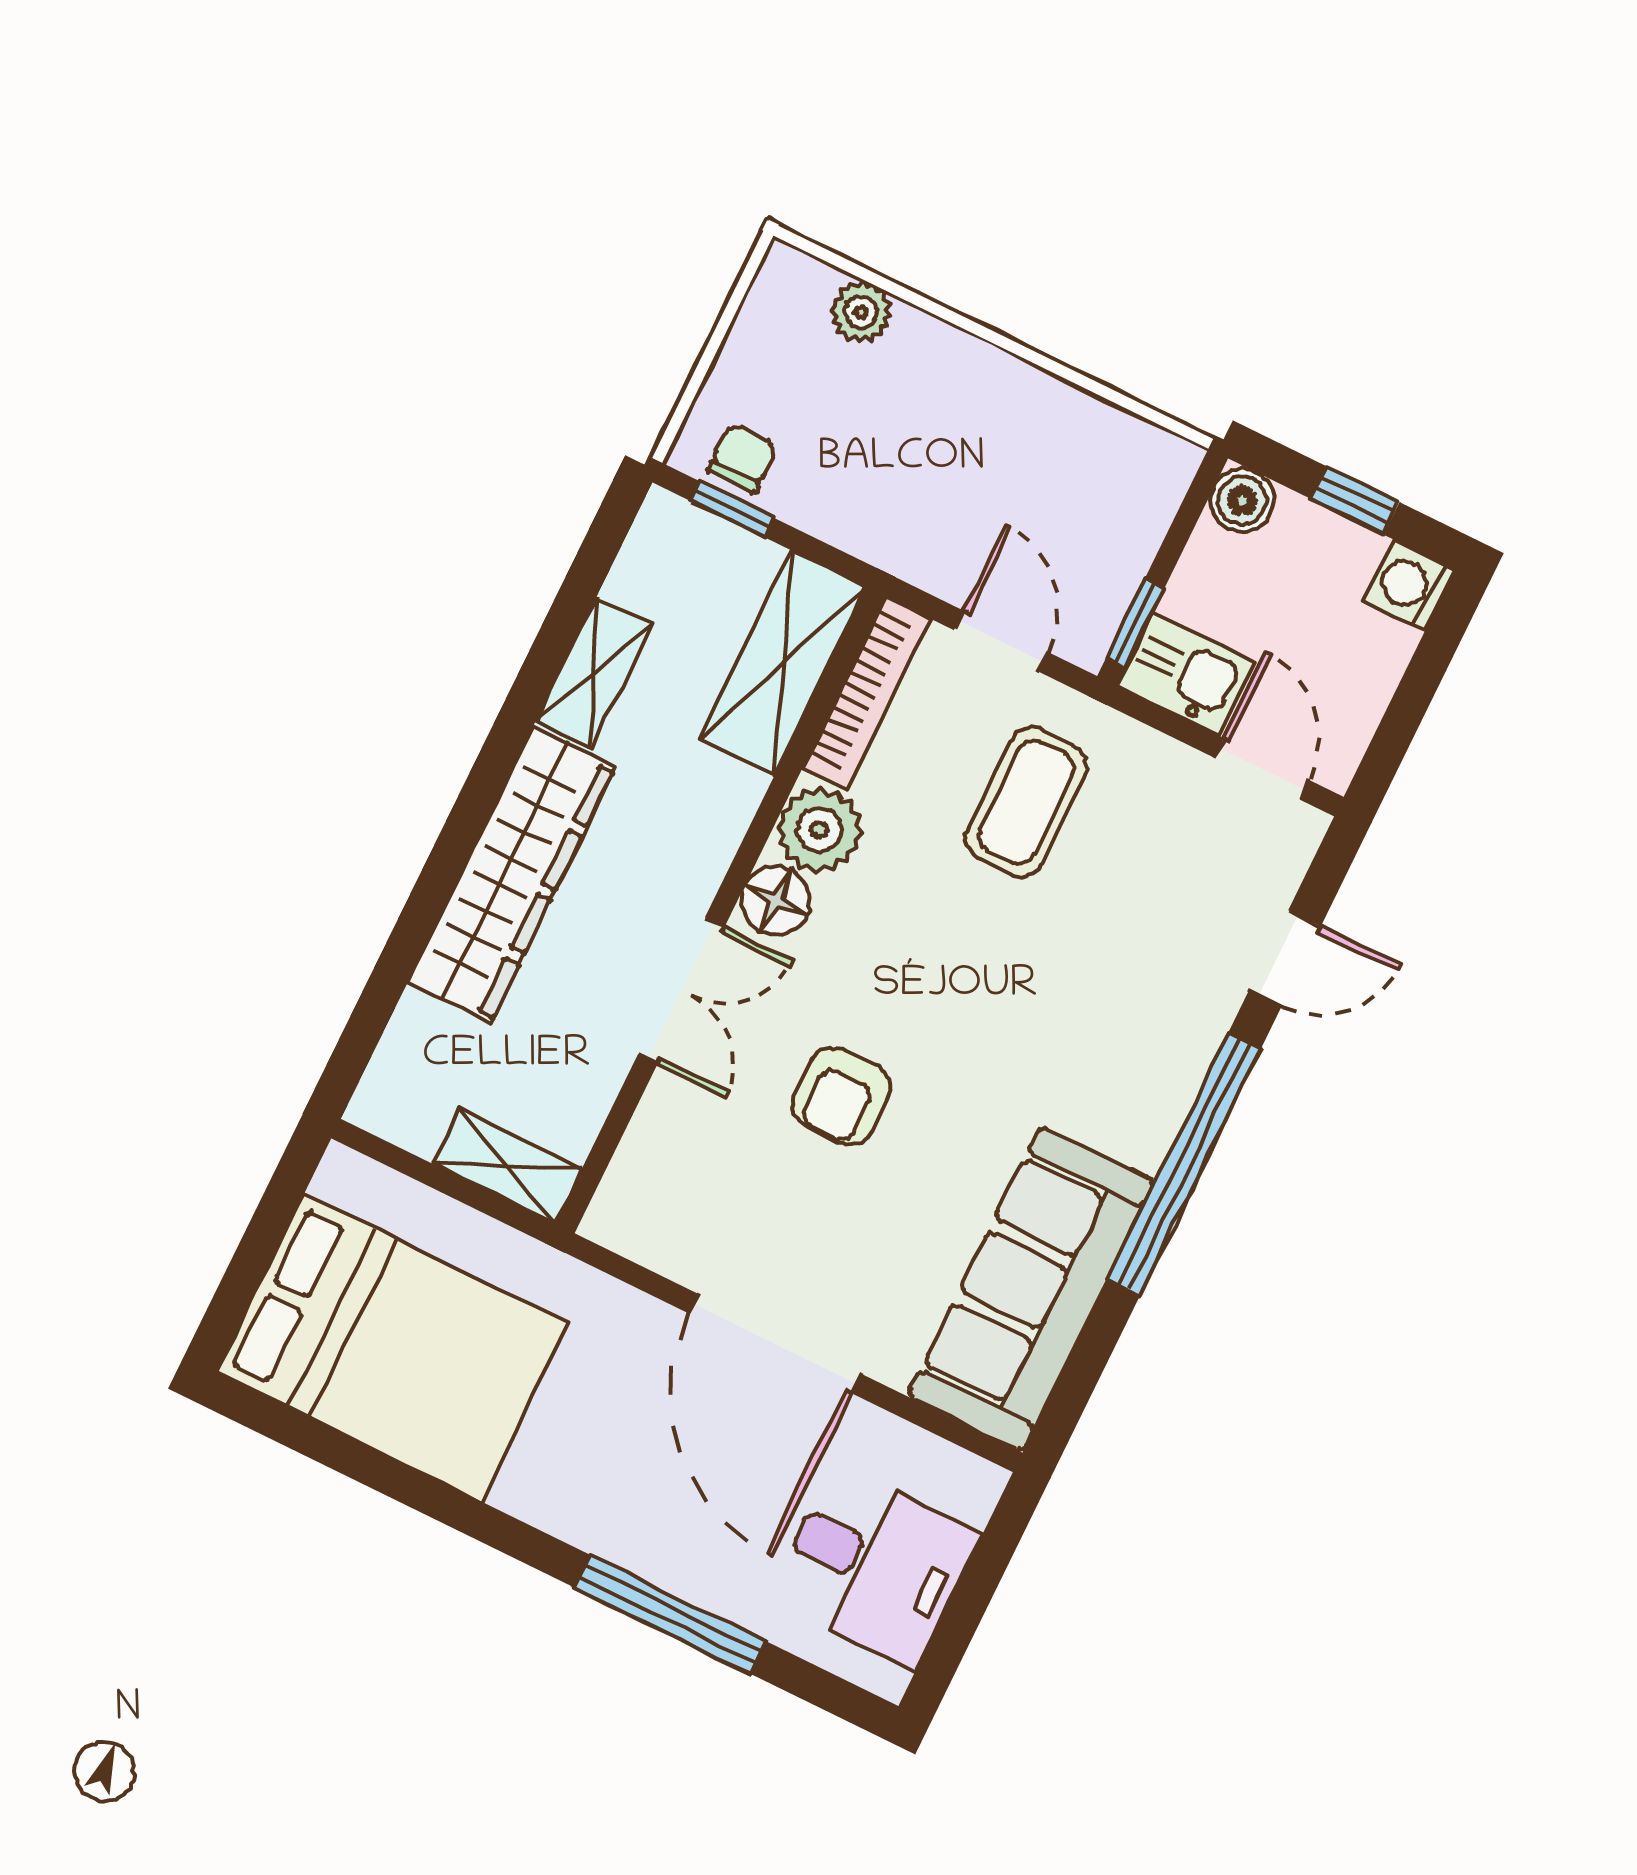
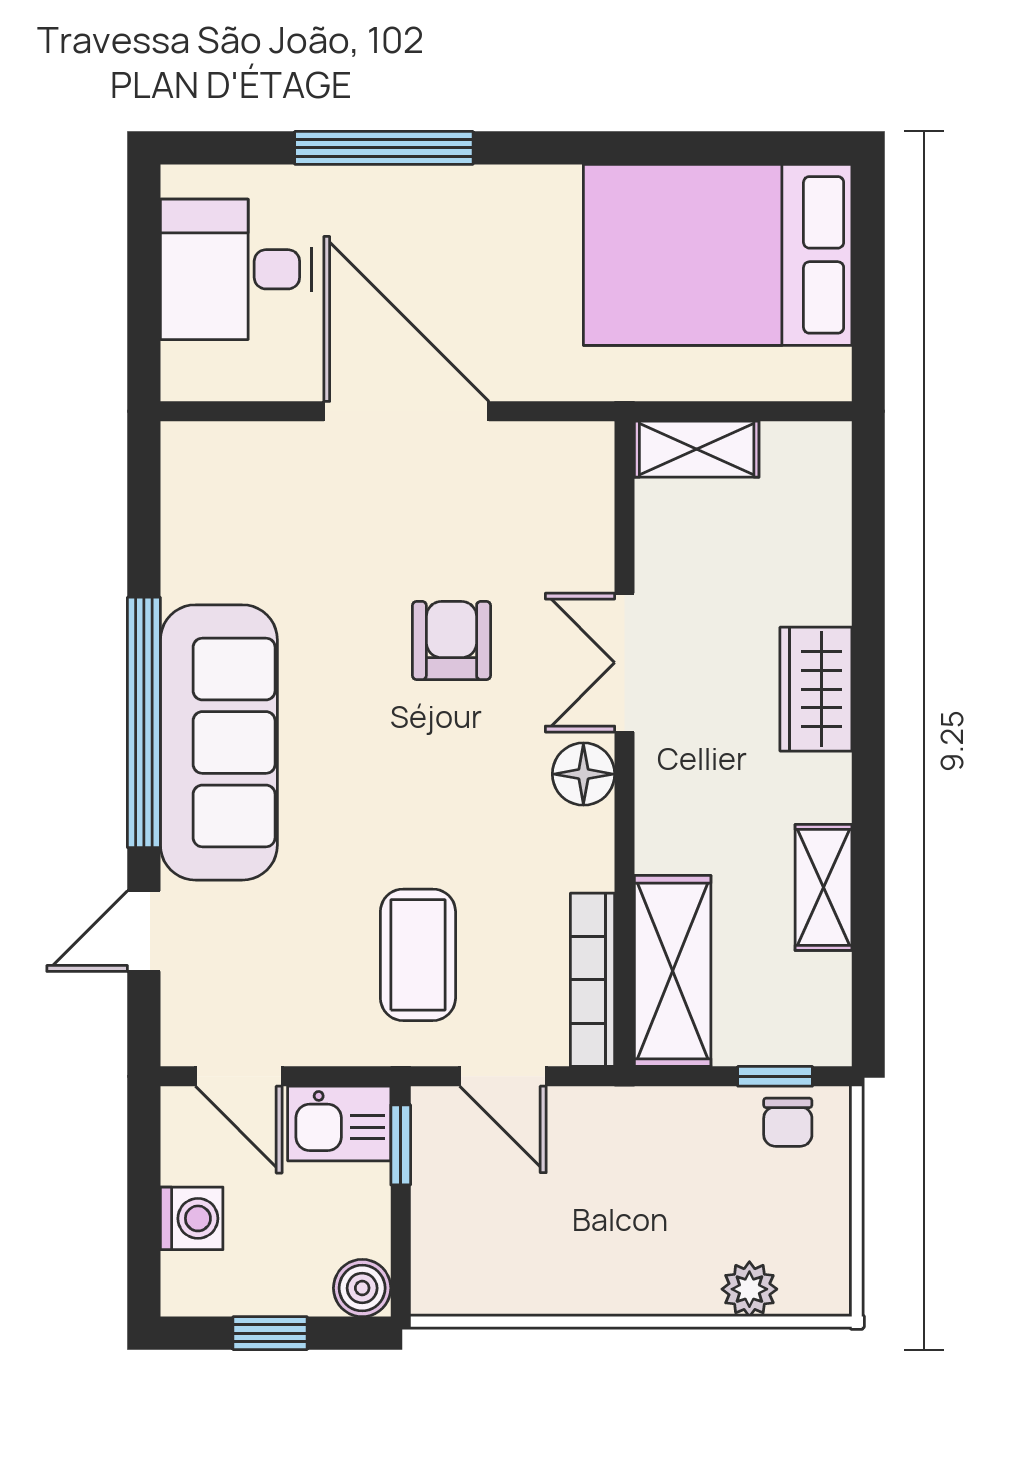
washing machine: (1409, 585) -> (192, 1218), moved
plant: (819, 830) -> (576, 849), removed
wardrobe: (512, 875) -> (816, 689), width x0.48, depth x0.85
sofa: (1031, 1289) -> (219, 742), moved

